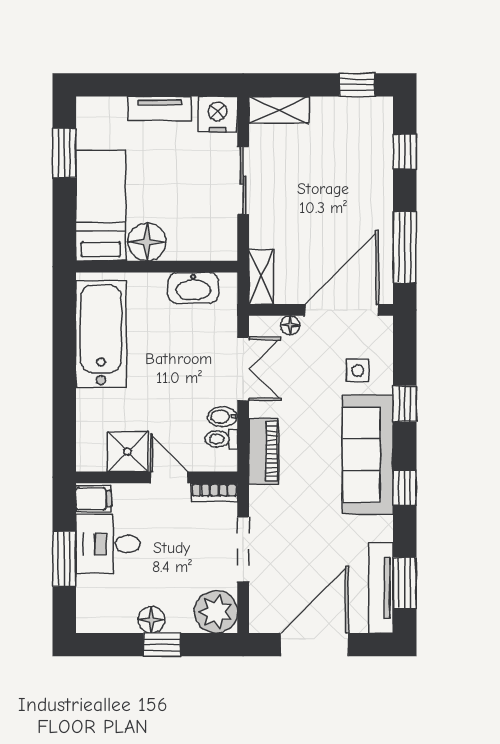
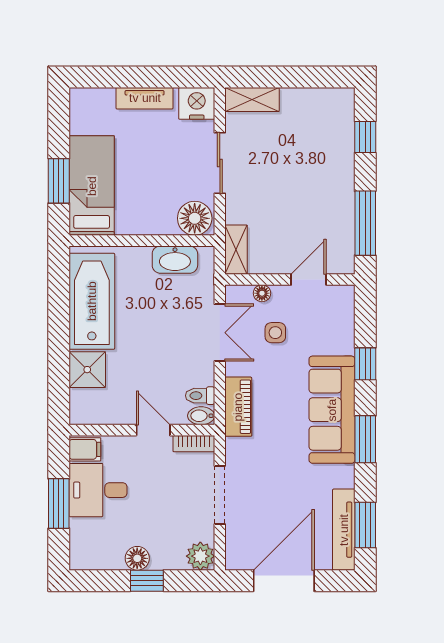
window: (357, 85) -> (322, 77), removed
window: (64, 153) -> (59, 181), moved
floor lamp: (147, 242) -> (195, 218), moved
door: (342, 310) -> (309, 280), width x0.53
side table: (358, 371) -> (275, 333), moved
bidet: (222, 417) -> (201, 416), moved
shower: (128, 451) -> (87, 370), moved
window: (405, 488) -> (365, 439), width x1.50
plant: (216, 612) -> (200, 556), width x0.73, depth x0.73

